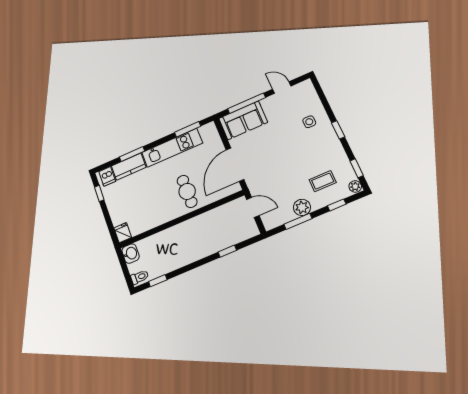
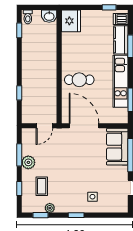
plant: (355, 186) -> (50, 208), moved
fridge: (123, 233) -> (71, 21), width x1.88, depth x1.34

